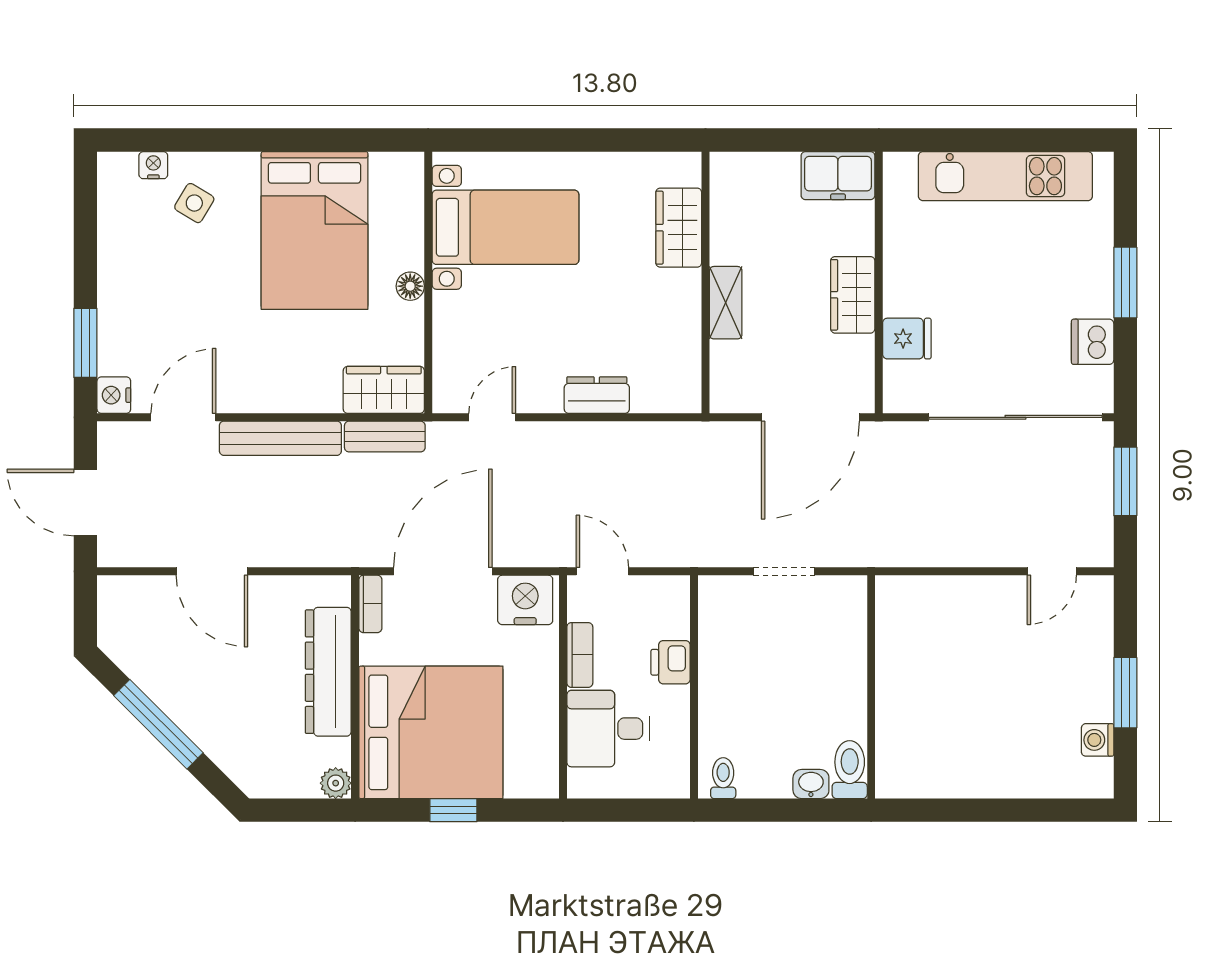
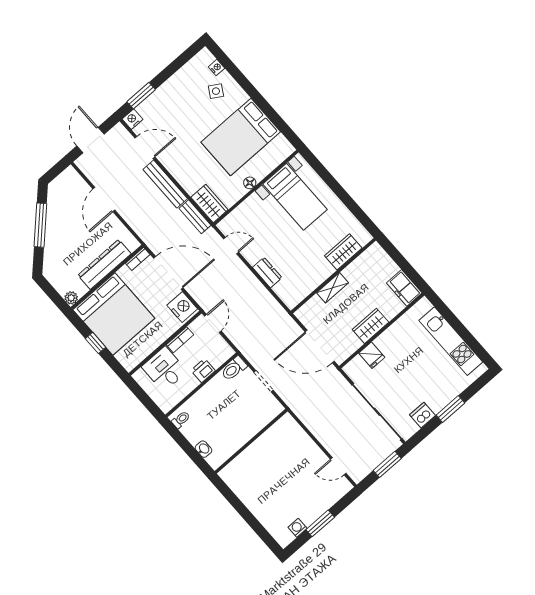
toilet: (850, 770) -> (234, 369), moved, turned 180

